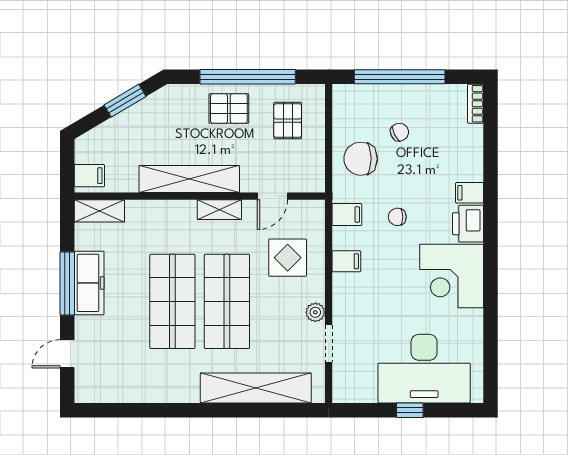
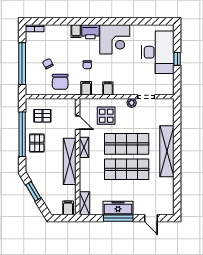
shelving: (256, 388) -> (167, 151), moved

